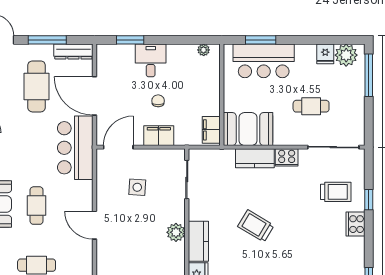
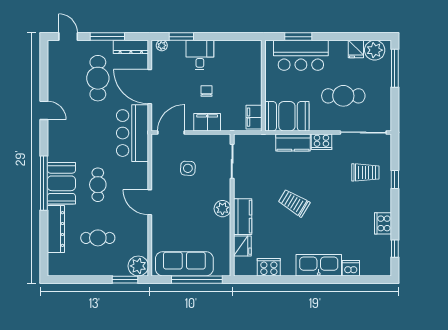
plant: (204, 50) -> (162, 45), moved
cafe table: (311, 106) -> (343, 96), width x1.37, depth x1.35
cooker: (355, 224) -> (383, 223), moved

